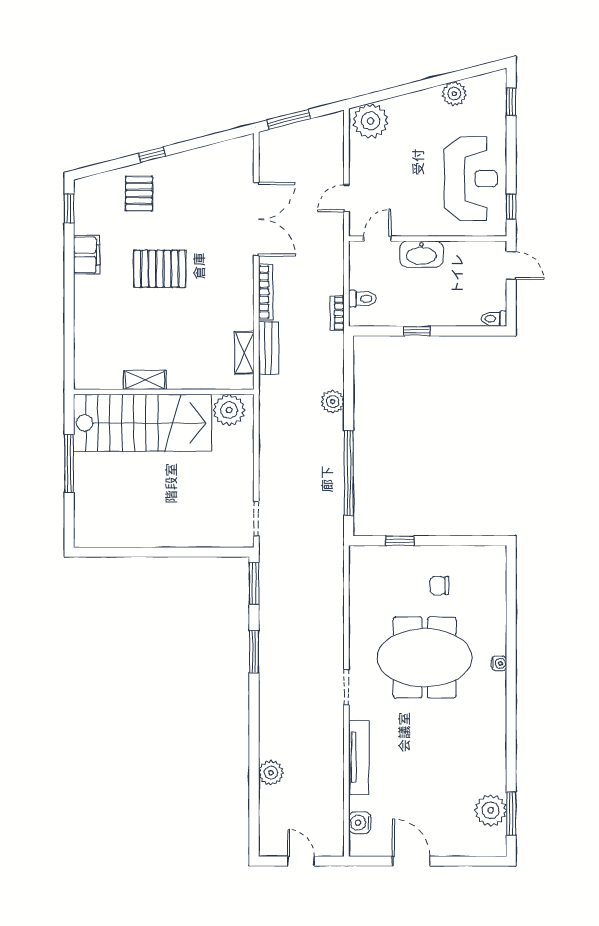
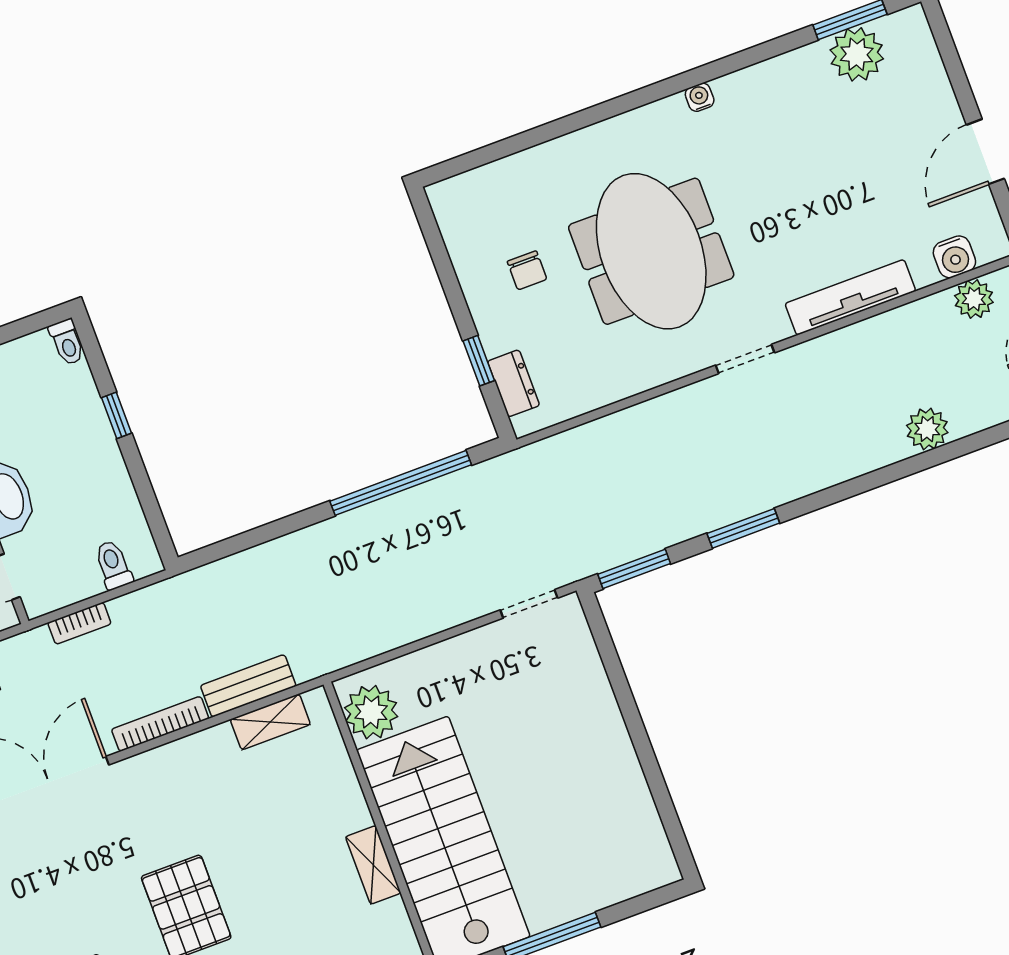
bookcase: (337, 313) -> (79, 623), moved
window: (417, 331) -> (117, 415), moved
plant: (333, 402) -> (974, 299), moved
dresser: (380, 555) -> (514, 383), added
water cooler: (499, 663) -> (700, 97), moved

